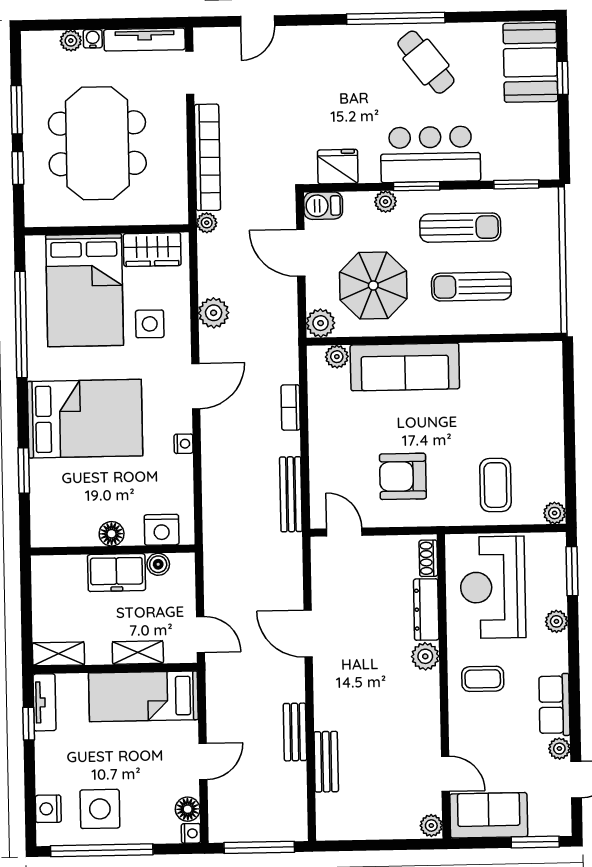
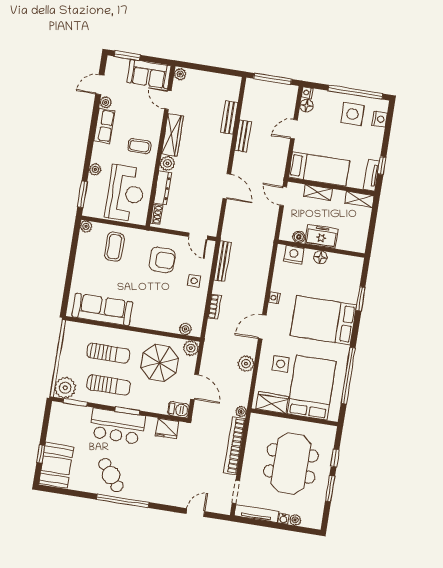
plant: (385, 202) -> (65, 388), moved, width x1.87, depth x1.87
sun lounger: (460, 228) -> (109, 385), turned 180
sofa: (405, 367) -> (102, 309), moved
side table: (337, 449) -> (194, 281), added
wardrobe: (425, 711) -> (172, 135), added

